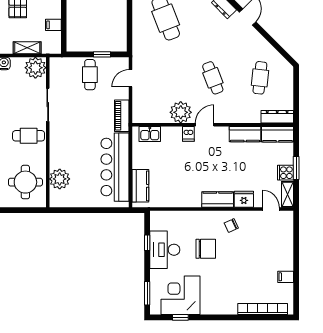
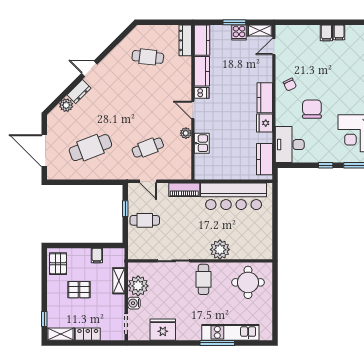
plant: (35, 68) -> (138, 286), moved
cafe table: (213, 78) -> (148, 148), moved
plant: (181, 112) -> (186, 133), width x0.53, depth x0.53
kitchen sink: (150, 134) -> (202, 143), moved
dishwasher: (188, 134) -> (202, 93), moved
plant: (60, 179) -> (220, 250), moved
kitchen counter: (140, 186) -> (264, 159), moved, turned -90
fridge: (244, 199) -> (264, 123), moved
window: (147, 243) -> (326, 165), moved
desk: (165, 250) -> (290, 145), moved, turned 90
filing cabinet: (285, 264) -> (326, 33), added

